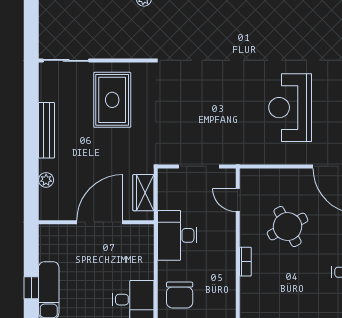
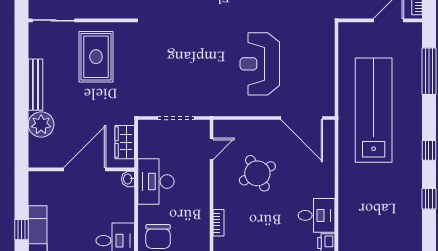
plant: (46, 180) -> (41, 124), width x1.87, depth x1.87
door: (238, 200) -> (211, 149), swing flipped
washbasin: (147, 233) -> (128, 179), added
bookcase: (245, 262) -> (219, 223), moved

